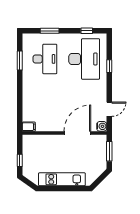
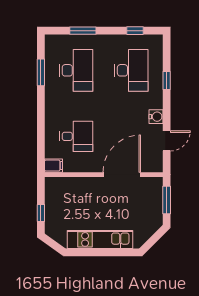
desk: (84, 59) -> (131, 70), width x0.73, depth x0.77
desk: (45, 106) -> (76, 136), added
water cooler: (102, 126) -> (156, 117), moved

